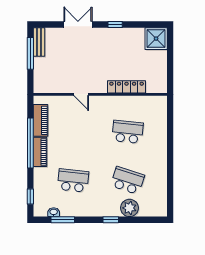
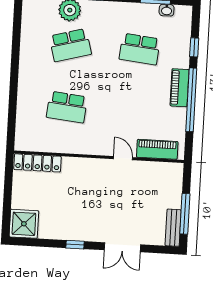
locker: (127, 87) -> (37, 163), moved
piano: (41, 120) -> (157, 149), moved, turned 90
school desk: (128, 180) -> (70, 45), turned -33
window: (30, 197) -> (194, 47), moved

